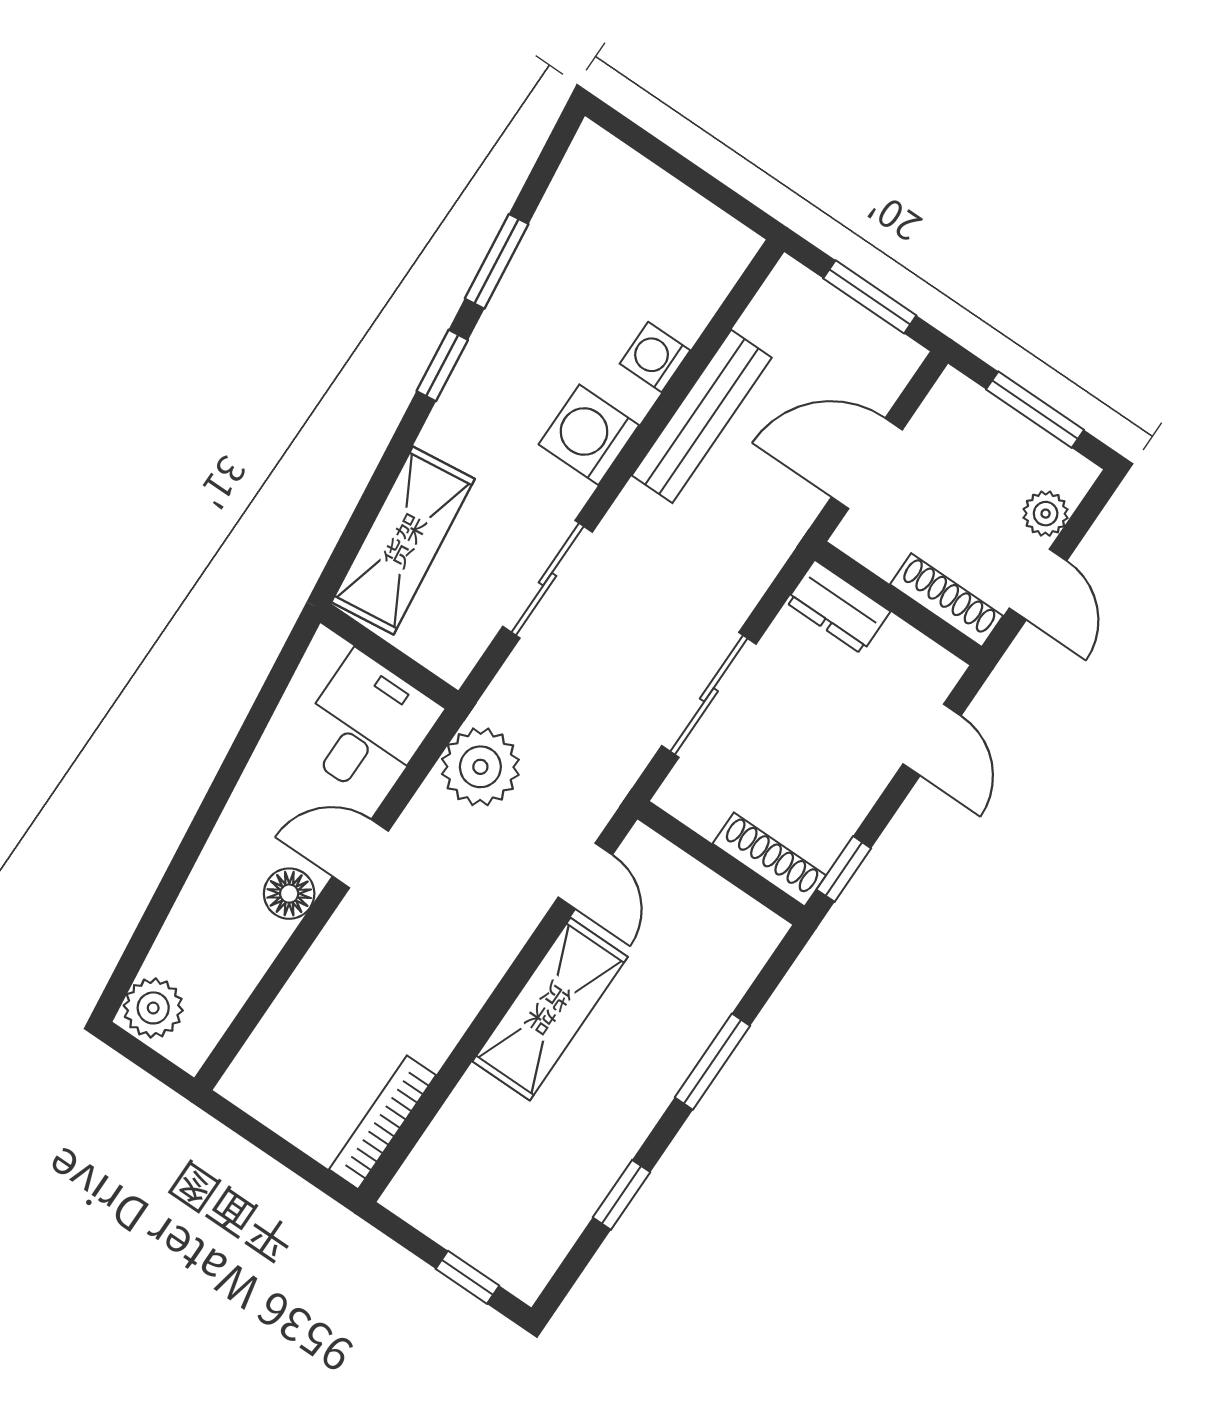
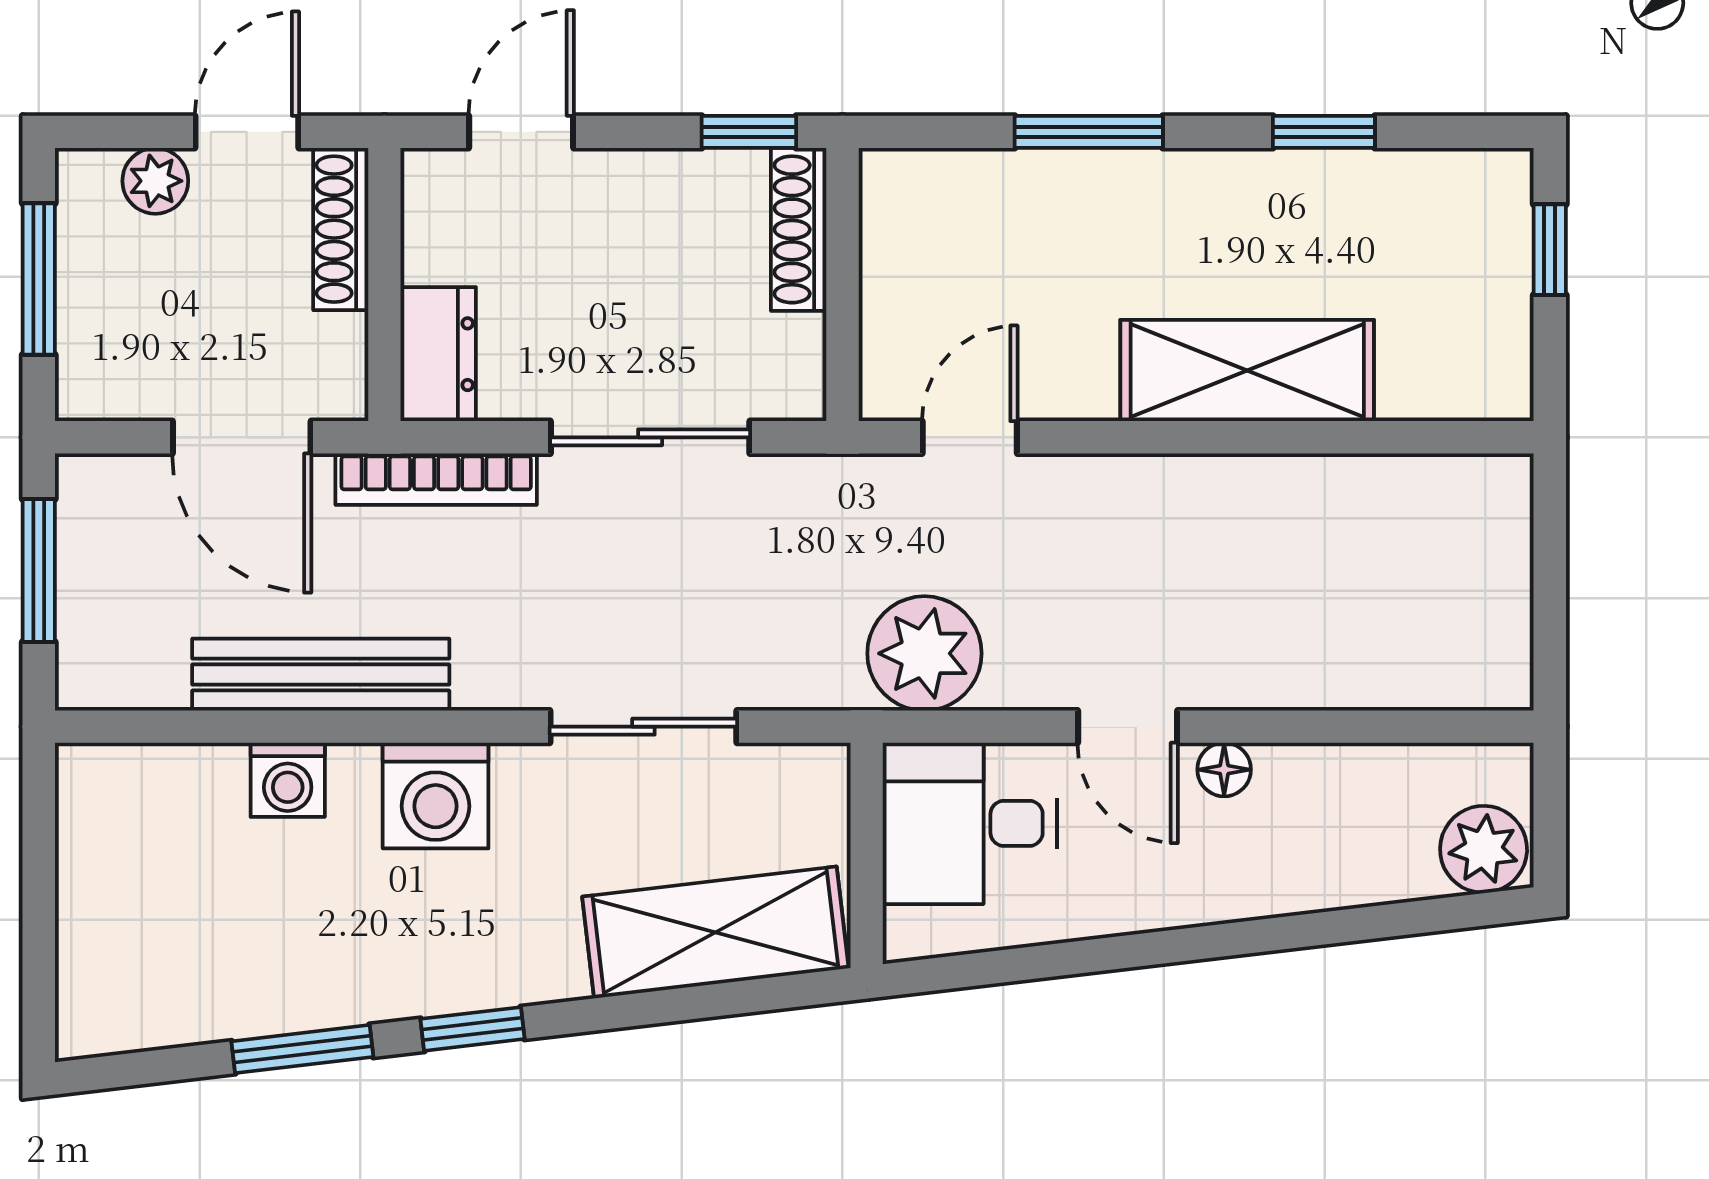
floor lamp: (289, 894) -> (1224, 770), width x0.73, depth x0.73
shelving: (550, 1009) -> (1247, 371), moved
bookcase: (383, 1122) -> (436, 479), moved

